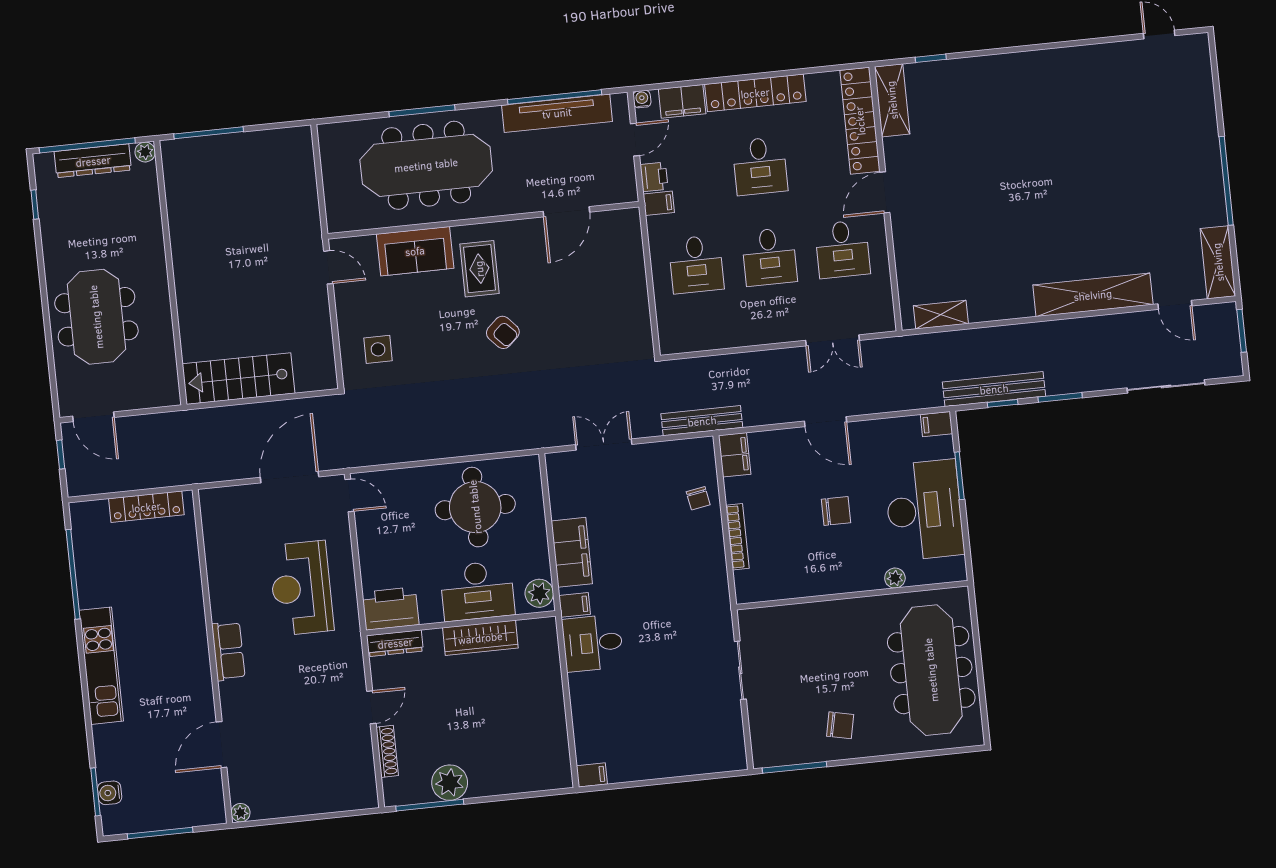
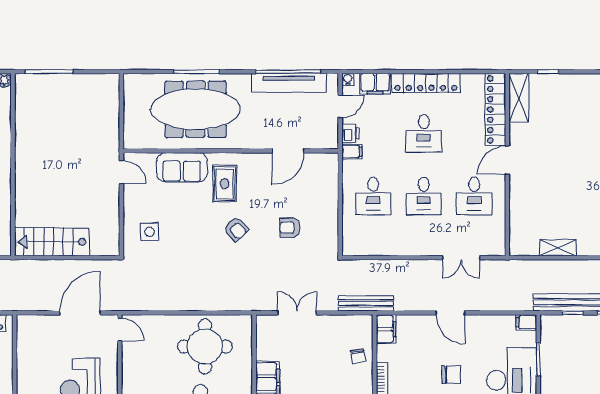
shelving: (941, 315) -> (558, 248), moved
armchair: (580, 322) -> (290, 228), added

